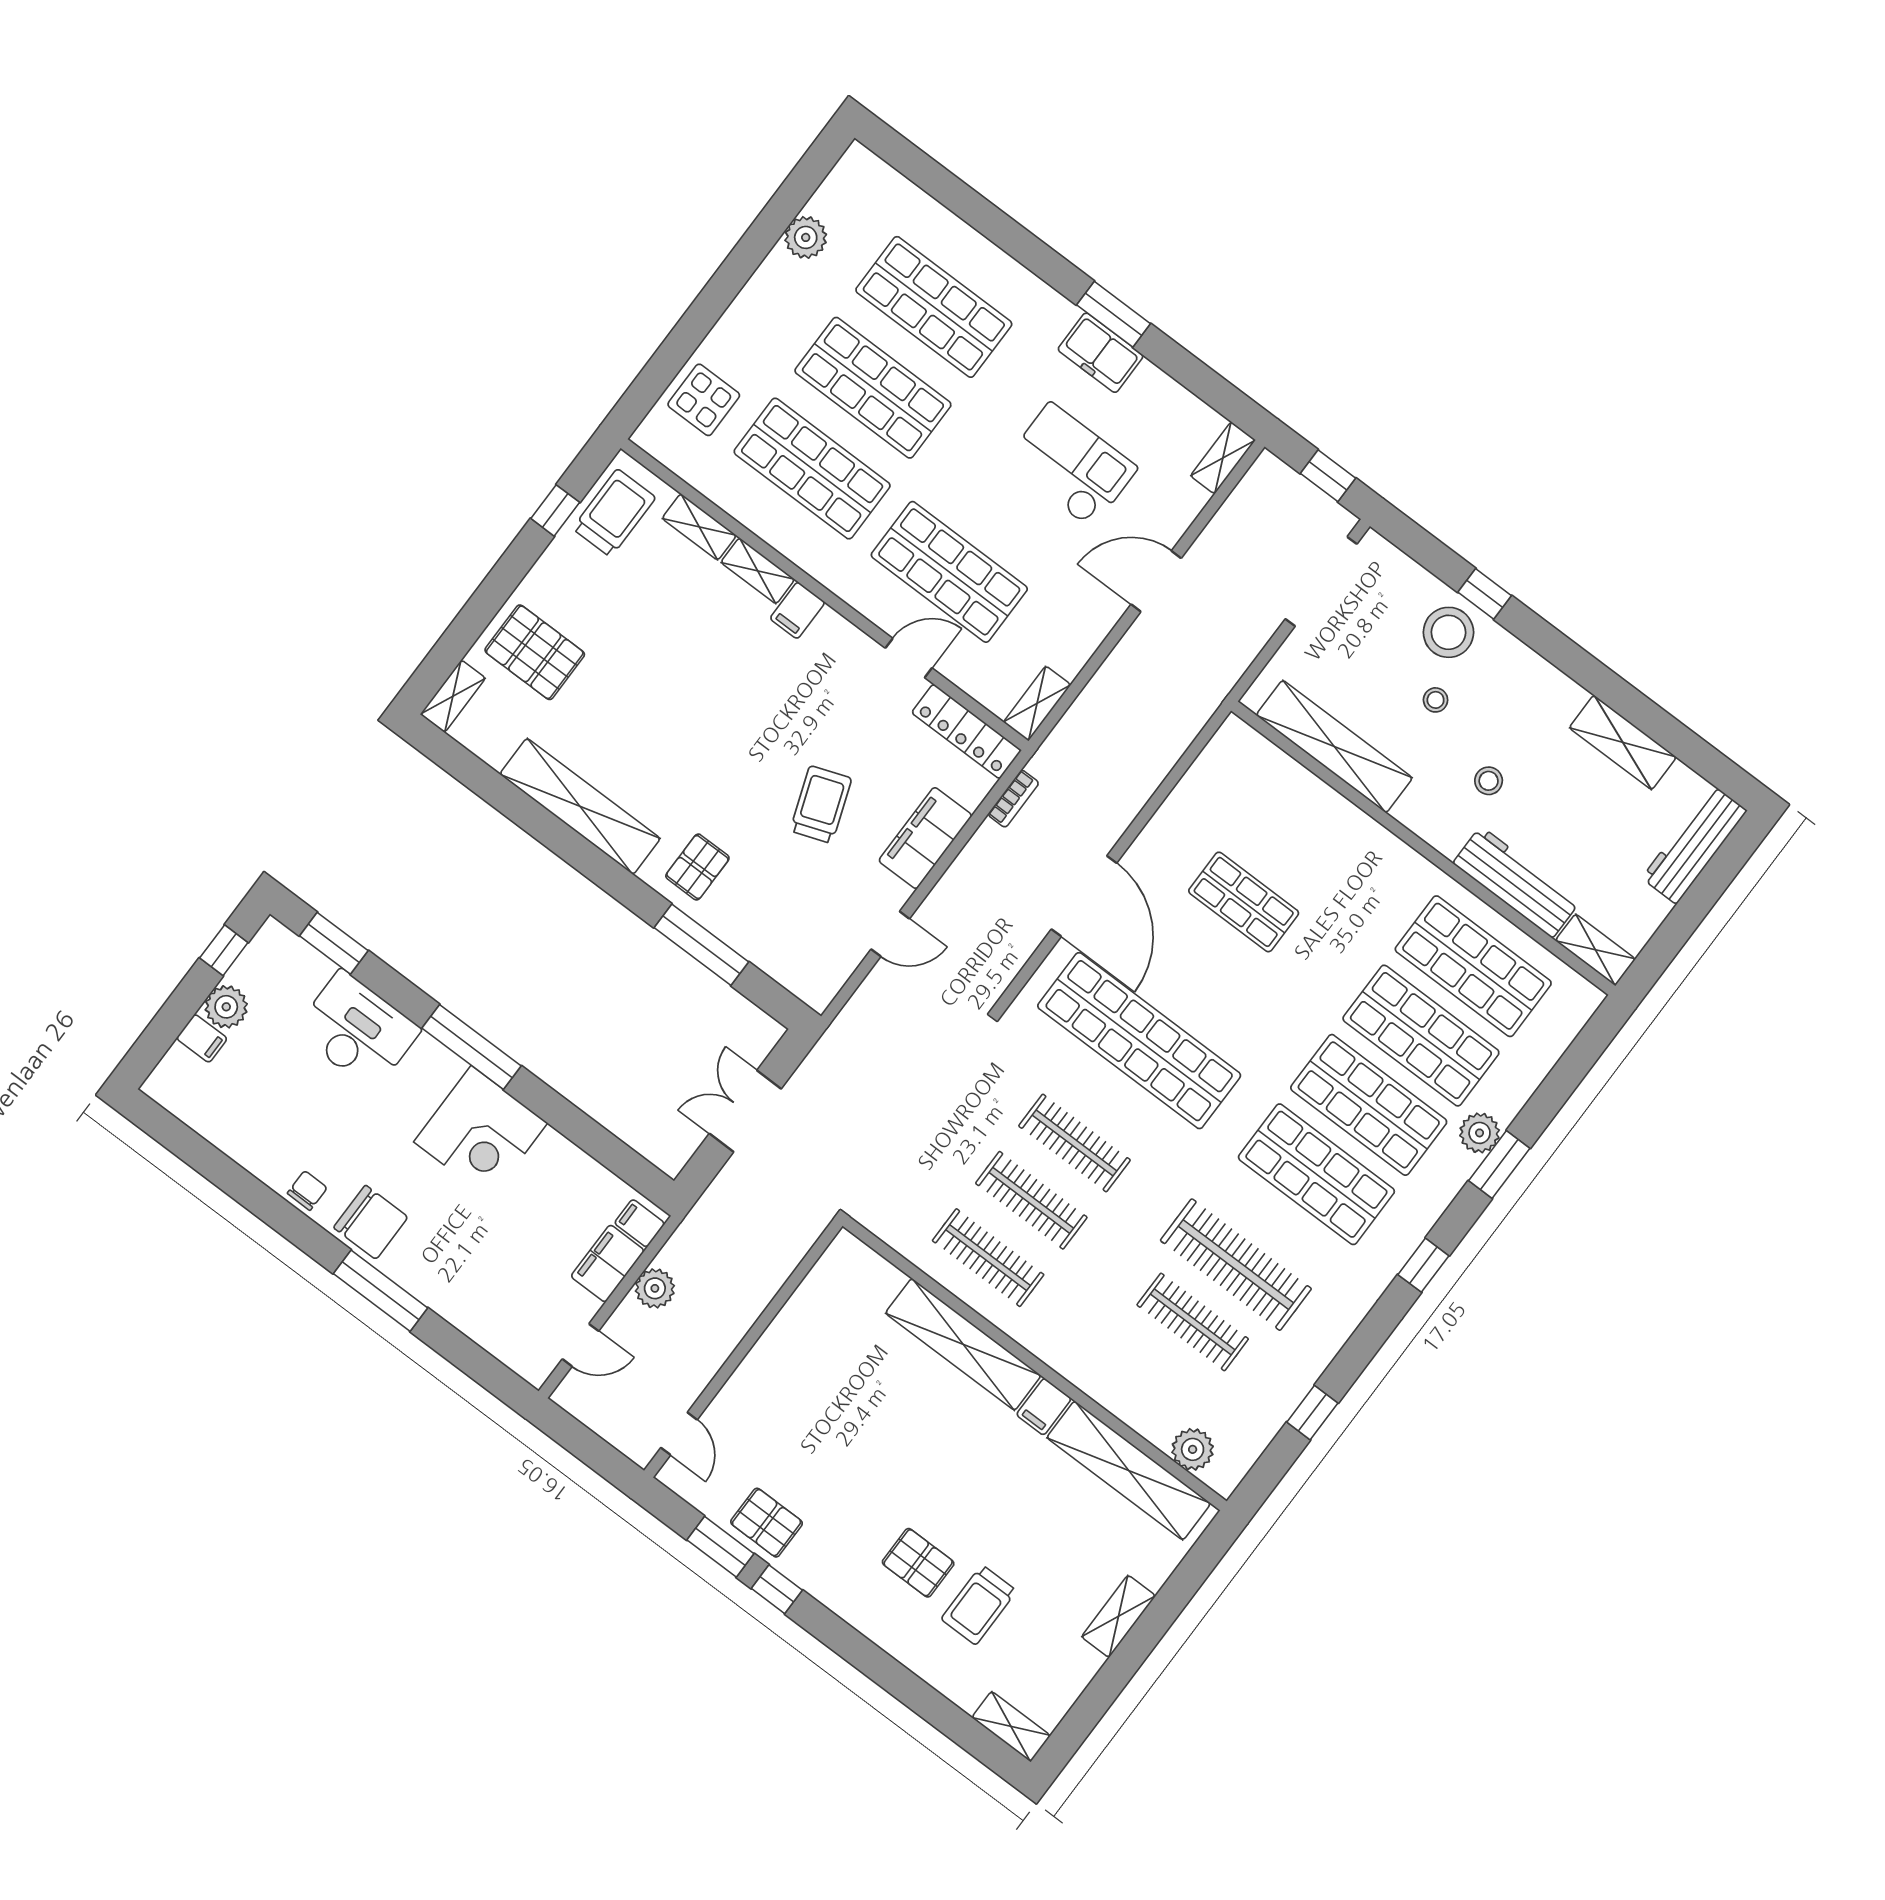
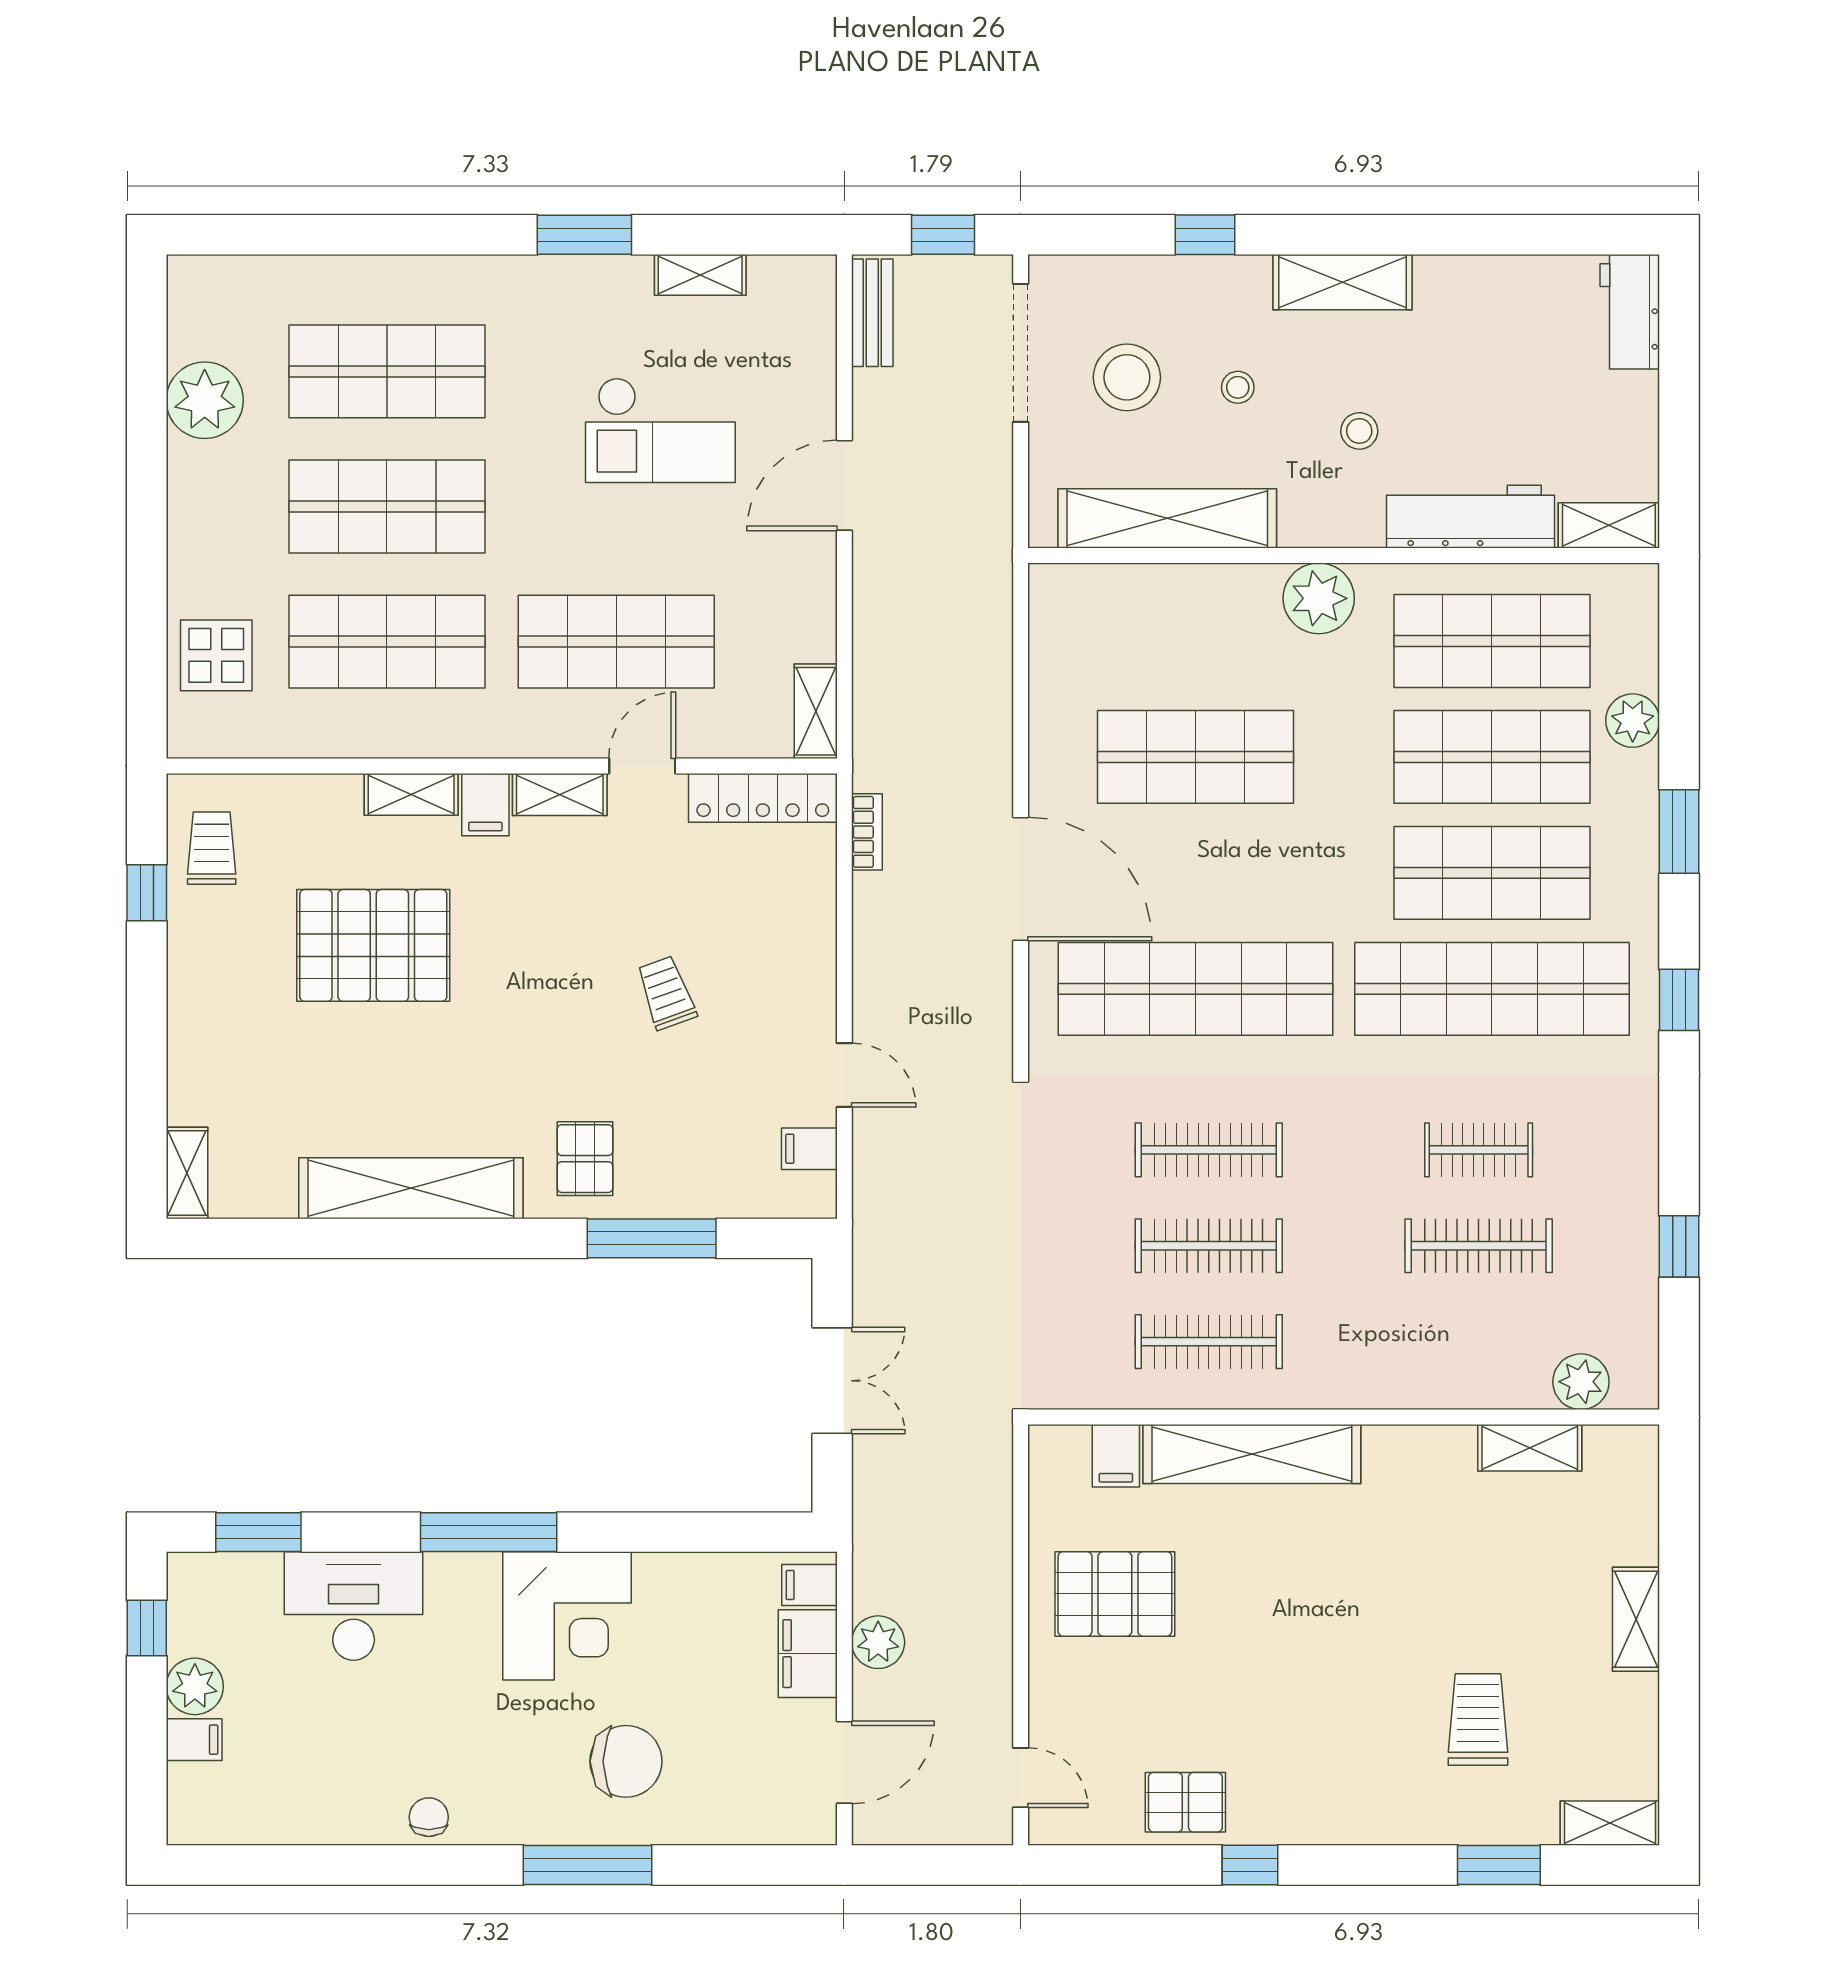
plant: (806, 237) -> (205, 400), width x1.36, depth x1.36
freezer: (1101, 353) -> (602, 286), removed
shelving: (1223, 458) -> (700, 275), moved, turned 90
checkout: (1071, 465) -> (660, 430), turned 180
bench: (1251, 491) -> (872, 313), added
trolley: (614, 513) -> (212, 848), width x0.73, depth x0.72
shelving: (699, 527) -> (560, 794), moved
stool: (1448, 632) -> (1127, 377), moved
pallet: (535, 652) -> (373, 945), moved, width x1.37, depth x1.41
shelving: (1623, 742) -> (1342, 282), moved
trolley: (821, 805) -> (666, 993), width x0.73, depth x0.72
filing cabinet: (925, 838) -> (809, 1149), moved, width x0.33, depth x0.86
workbench: (1694, 844) -> (1630, 312), width x0.73
plant: (1389, 863) -> (1319, 598), added
shop shelf: (1244, 902) -> (1195, 757), width x1.43, depth x1.36
door: (890, 934) -> (844, 1075), hinge flipped
double door: (745, 1111) -> (832, 1381), swing flipped
plant: (1480, 1133) -> (1633, 721), moved
shop shelf: (1316, 1174) -> (1492, 989), width x1.40
chair: (371, 1222) -> (626, 1761), moved
clothes rail: (1236, 1265) -> (1479, 1150), width x0.54, depth x0.76
door: (580, 1345) -> (844, 1762), width x1.38
filing cabinet: (1044, 1407) -> (1116, 1456), moved
shelving: (1129, 1470) -> (1530, 1448), width x0.45, depth x0.75
window: (720, 1547) -> (1499, 1865), moved
pallet: (918, 1563) -> (1115, 1594), moved, width x1.50, depth x1.42
trolley: (979, 1605) -> (1478, 1719), turned 180

